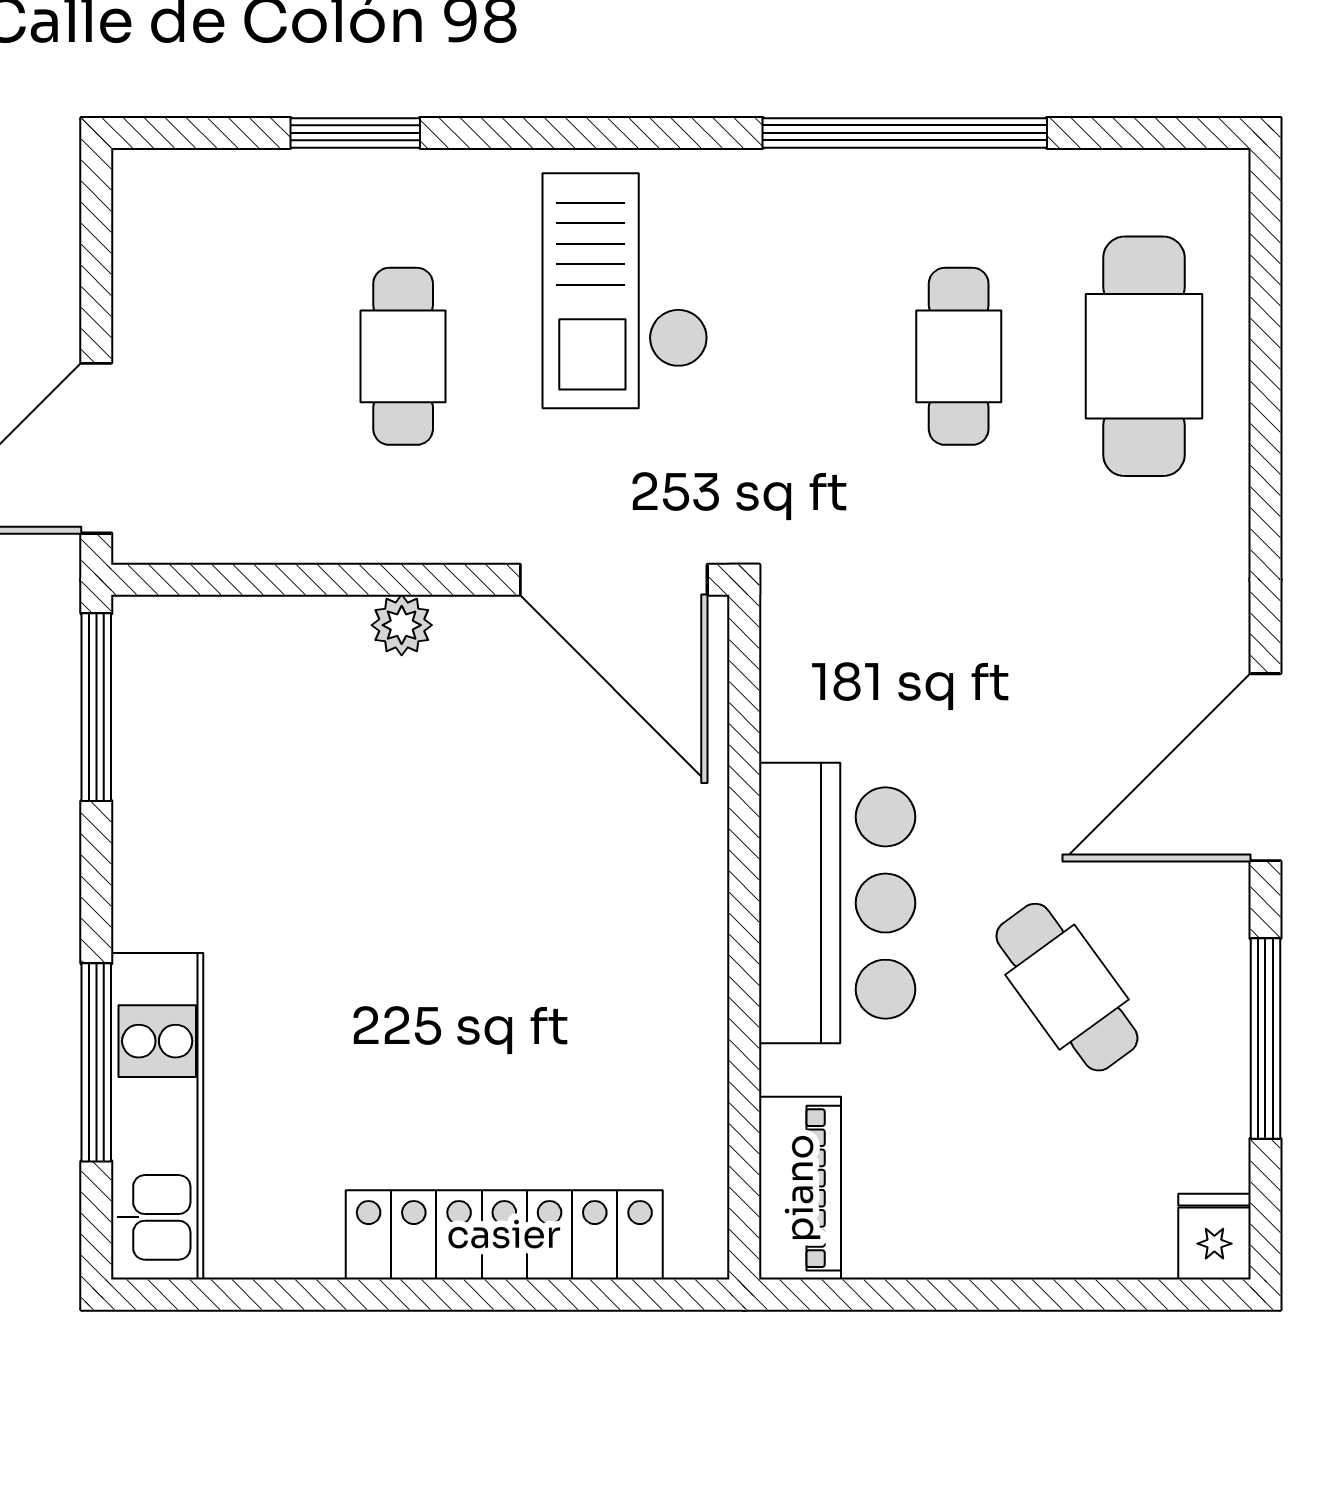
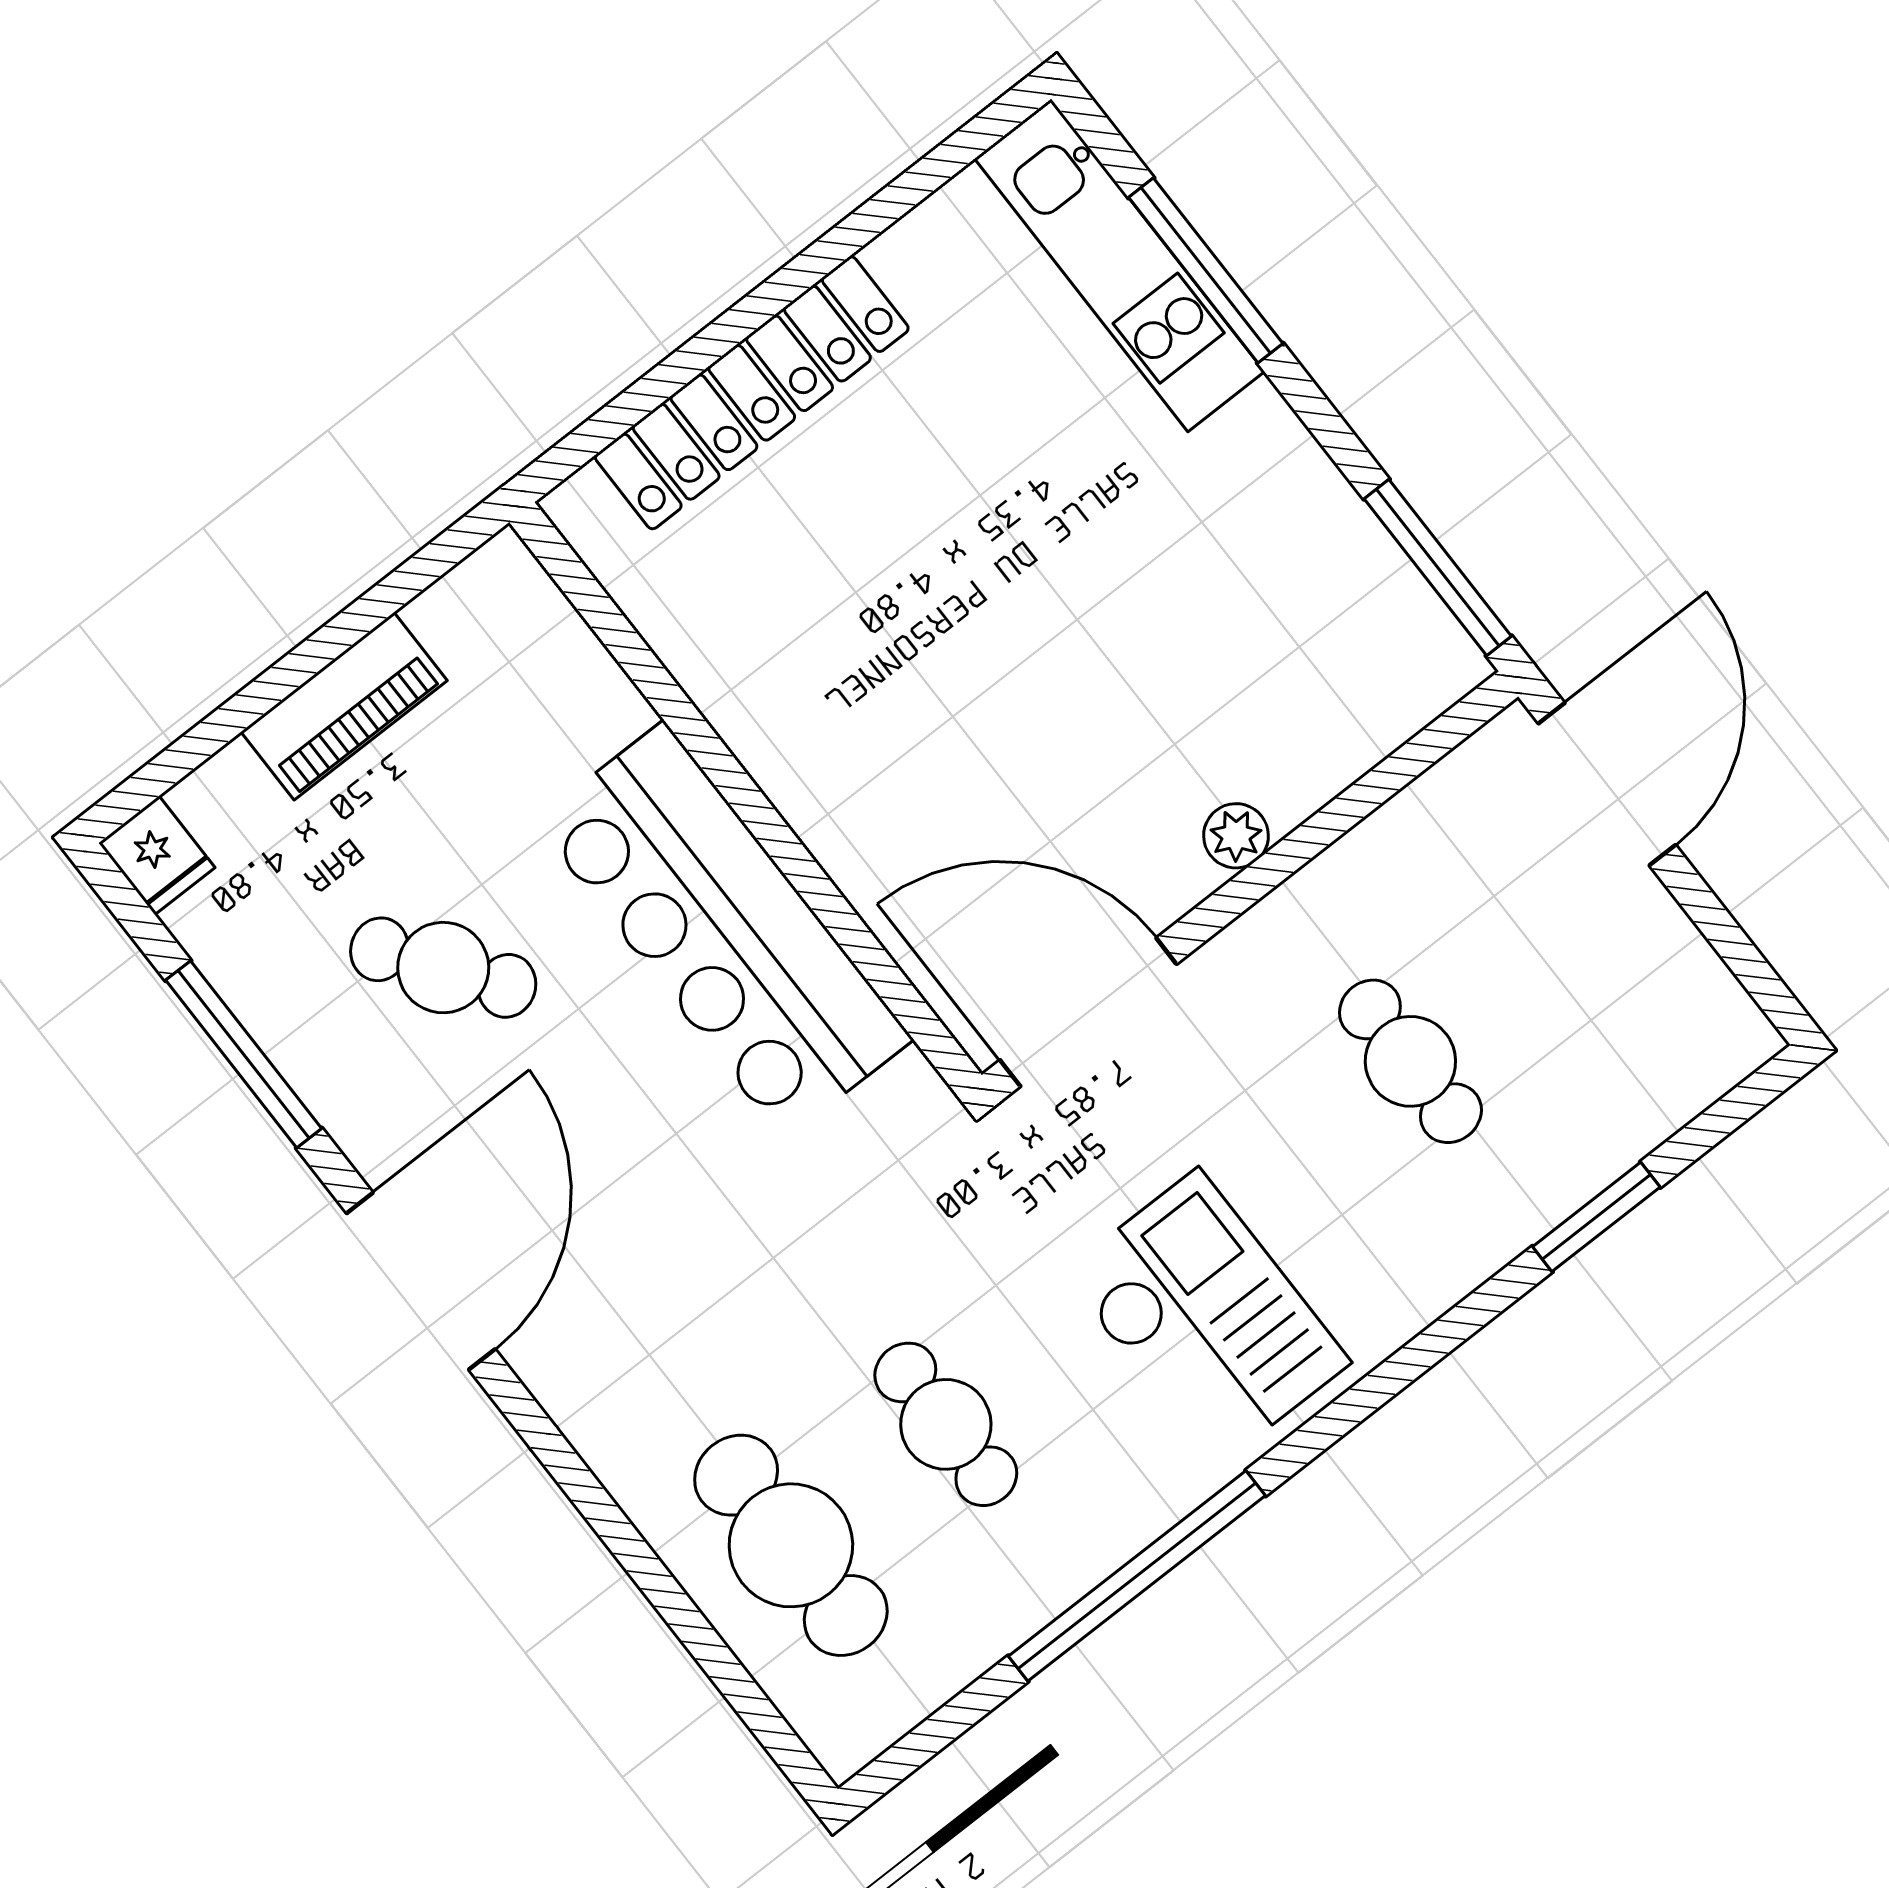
checkout: (625, 291) -> (1206, 1318), moved
bar counter: (837, 903) -> (724, 930), width x1.36
piano: (800, 1188) -> (344, 706), moved, turned -90

